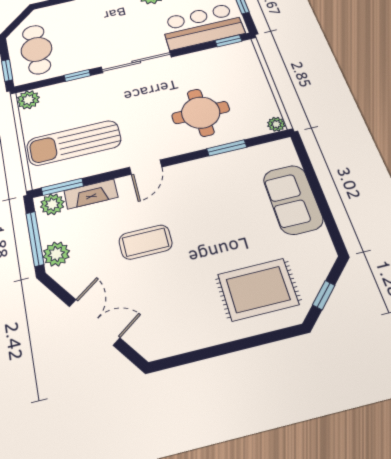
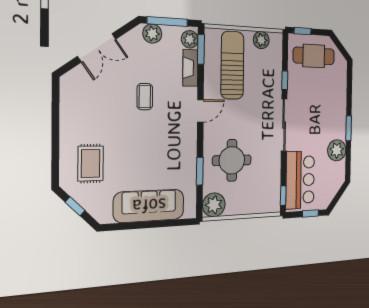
plant: (28, 100) -> (261, 40), moved
plant: (276, 124) -> (214, 205), width x1.88, depth x1.88
door: (146, 167) -> (200, 111), swing flipped
sofa: (293, 199) -> (149, 206), width x1.36
coffee table: (146, 242) -> (145, 97), width x0.73, depth x0.77
rug: (258, 289) -> (91, 163), width x0.73, depth x0.70

